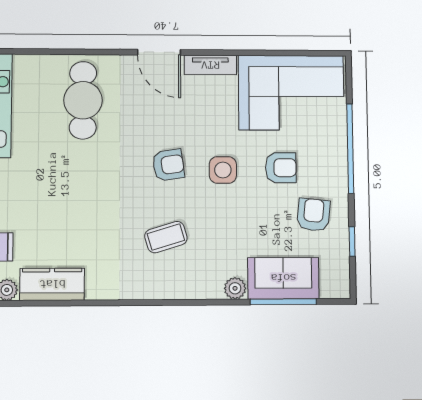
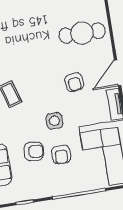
armchair: (168, 165) -> (74, 82), moved
armchair: (313, 215) -> (34, 151), moved

